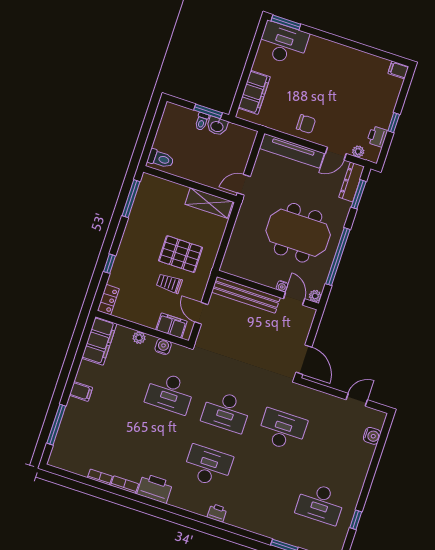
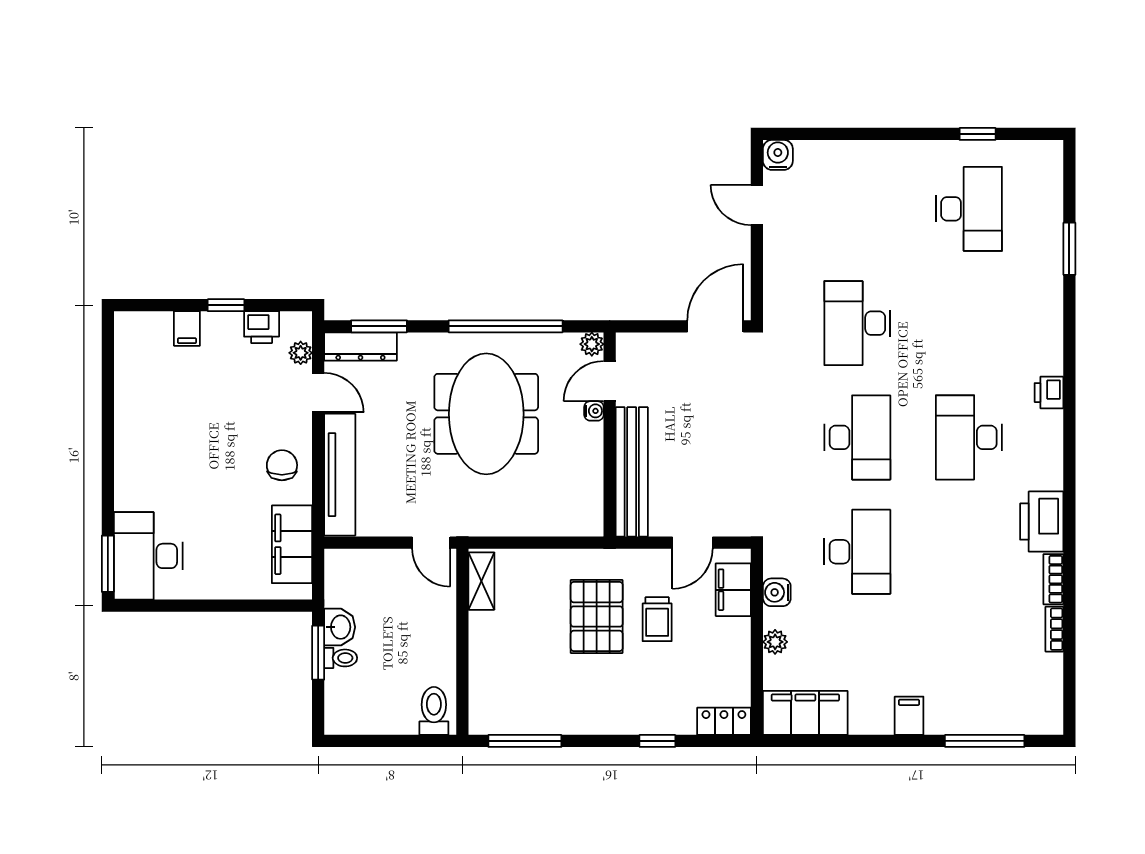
filing cabinet: (398, 70) -> (187, 329), moved
filing cabinet: (254, 92) -> (292, 544), moved, turned -90
shelving: (209, 203) -> (481, 581), width x0.67, depth x0.75
water cooler: (372, 436) -> (778, 155), moved

